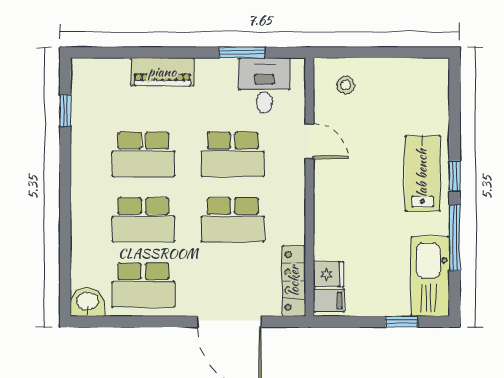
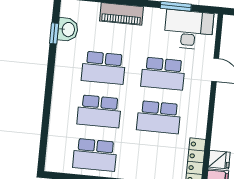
desk: (264, 85) -> (189, 30), width x1.37
washbasin: (87, 302) -> (68, 29), moved, turned 90

